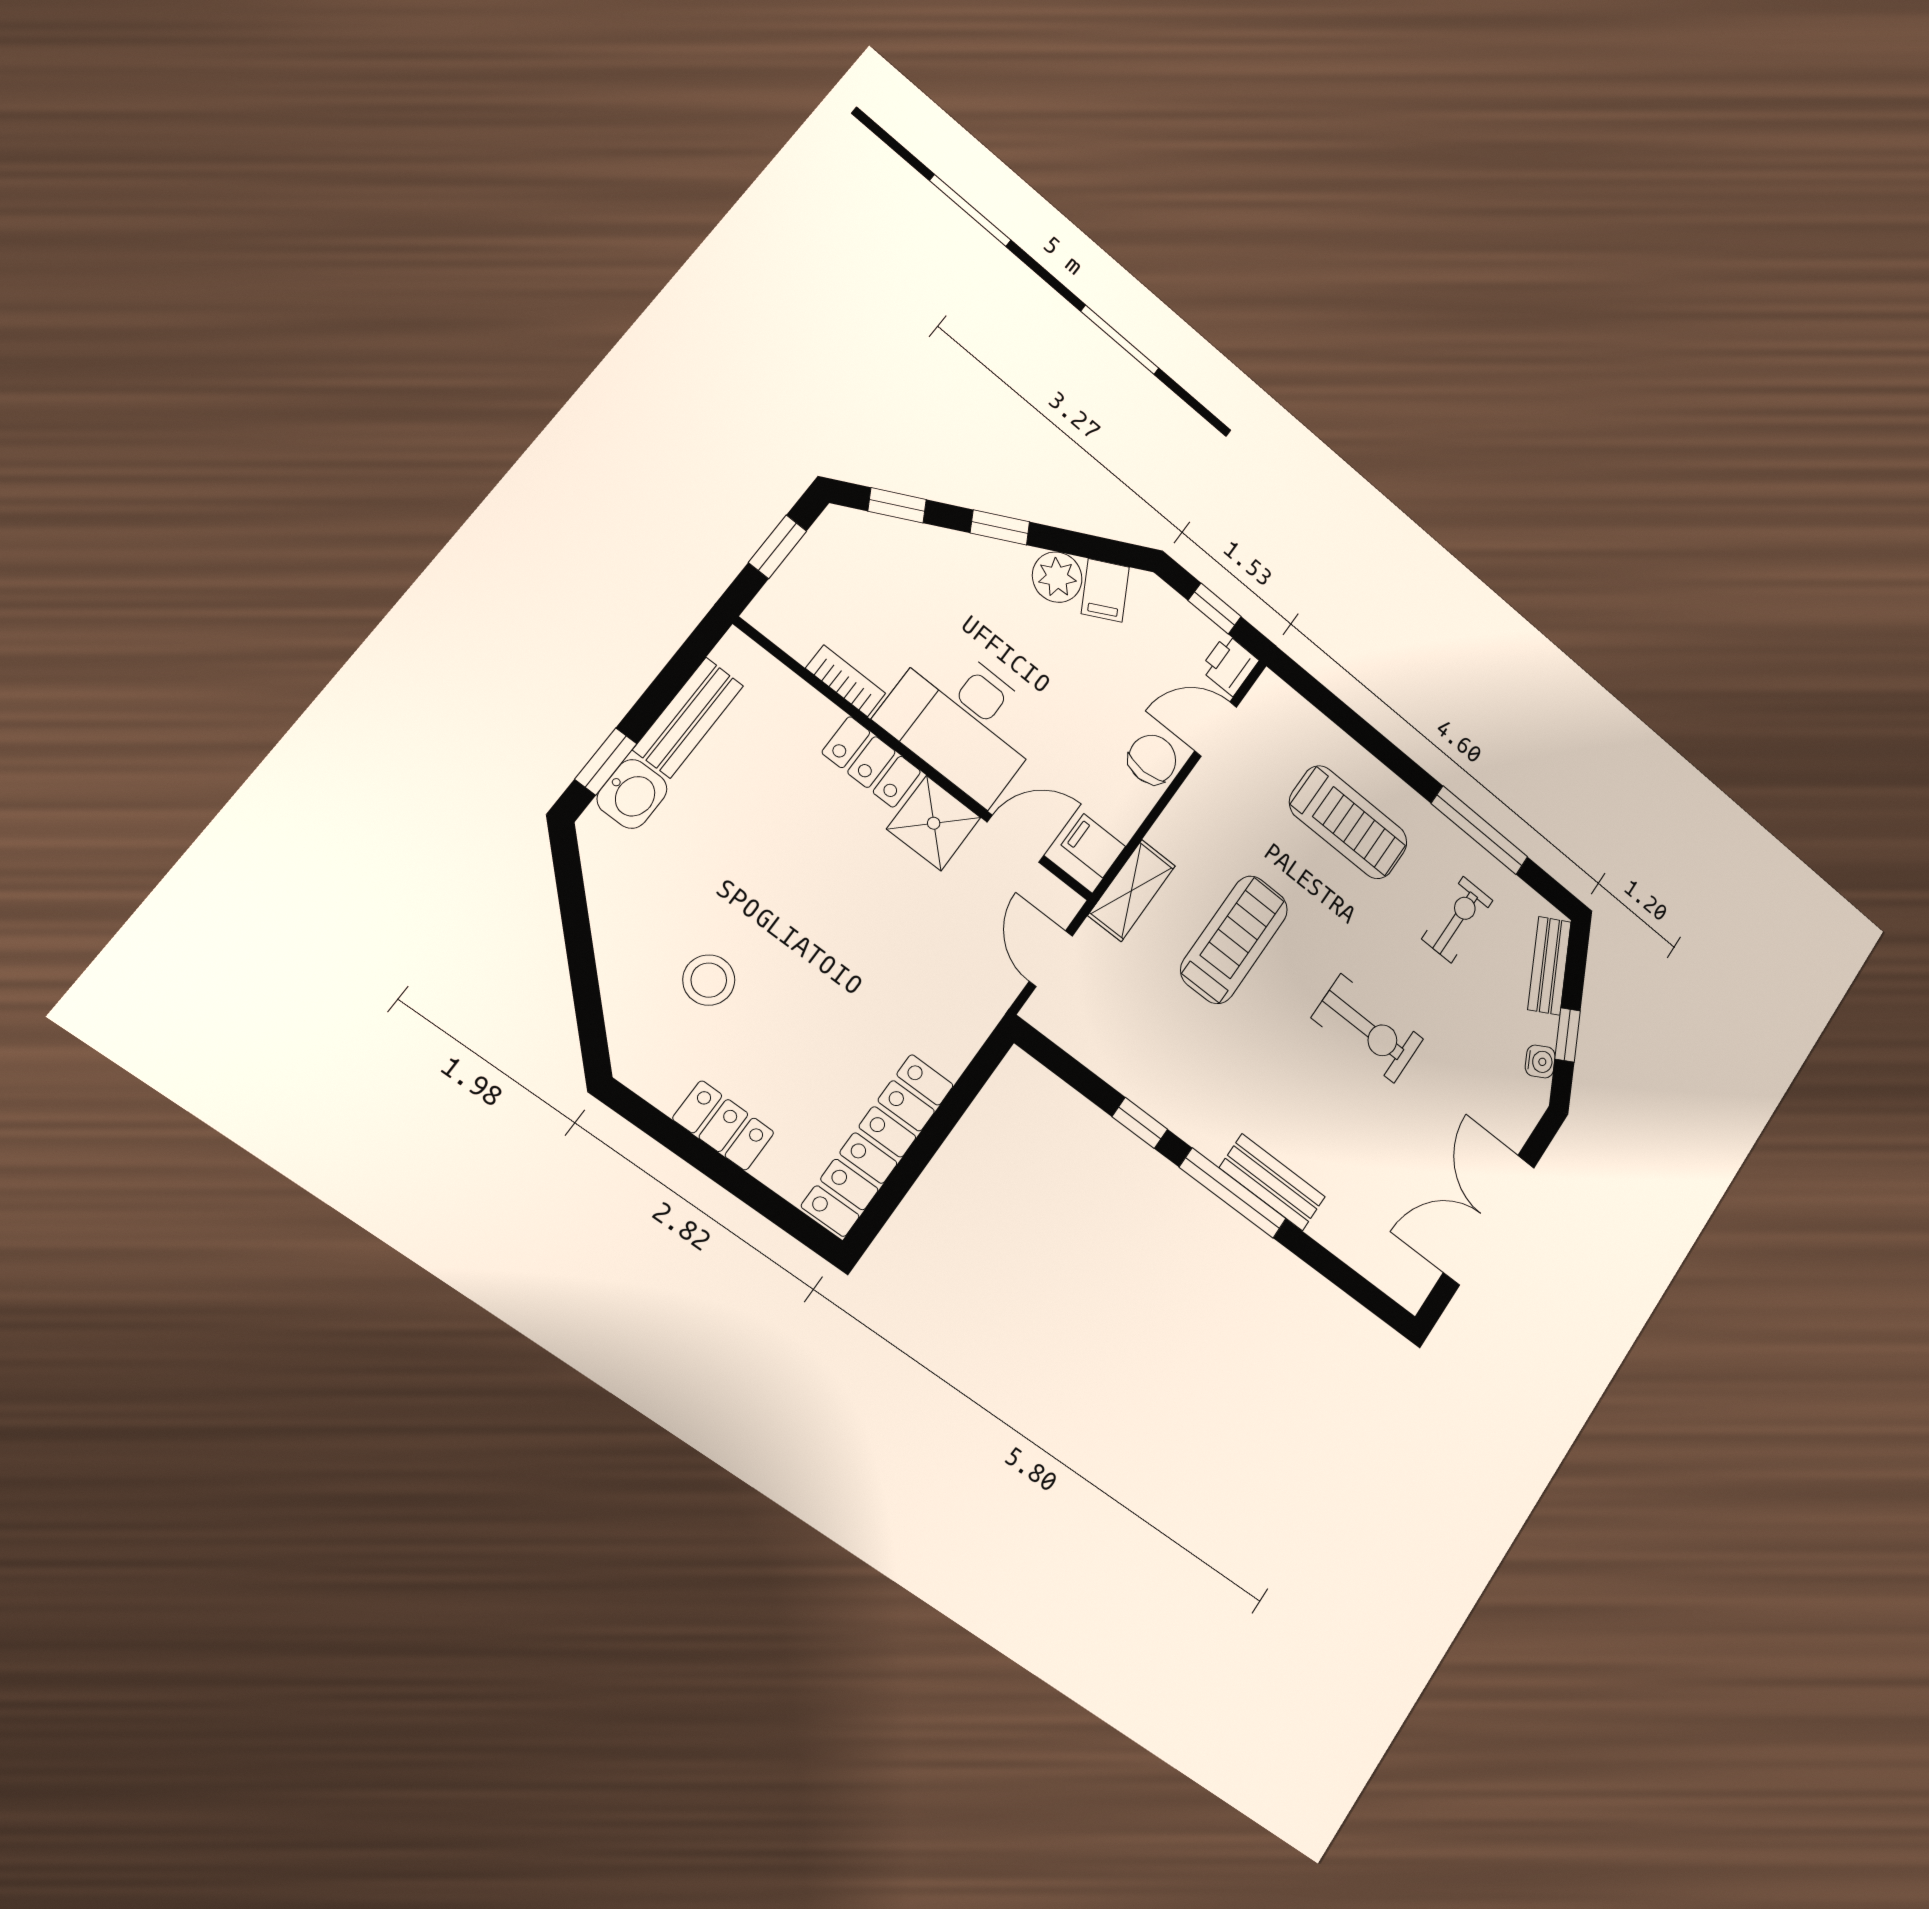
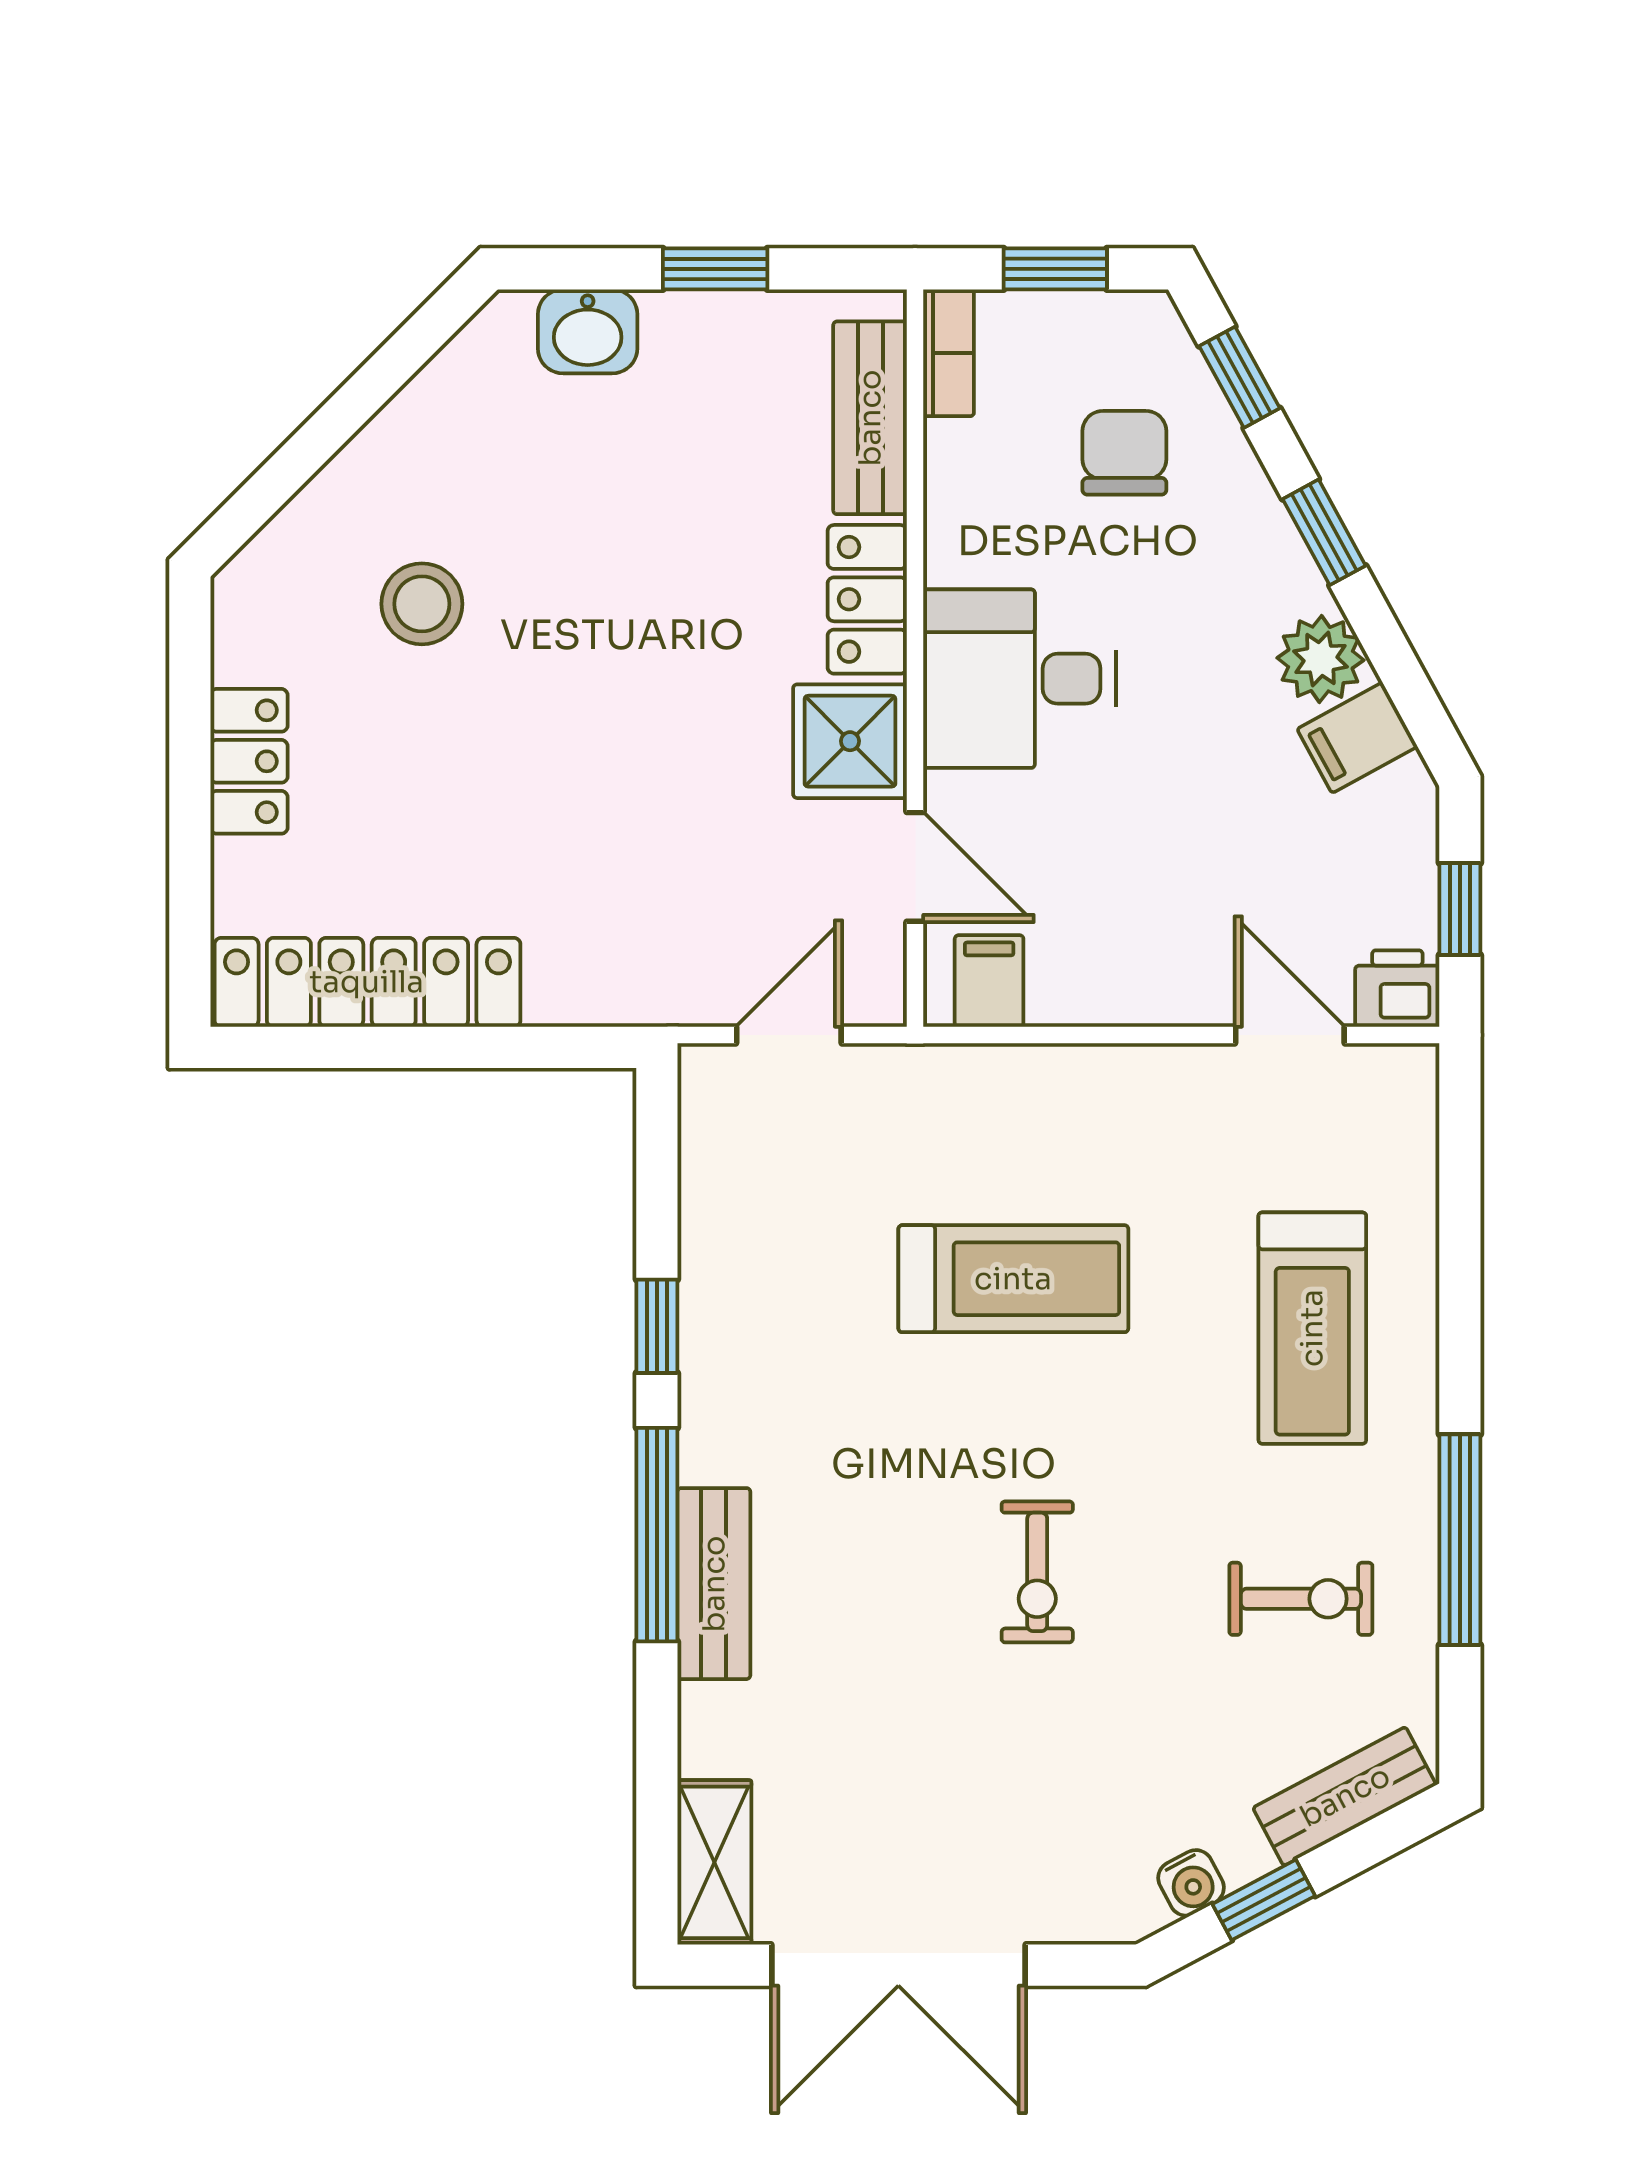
bookcase: (846, 681) -> (949, 353), moved
bench: (688, 718) -> (870, 418), moved, turned 90
desk: (963, 721) -> (1020, 679), width x0.73
chair: (1152, 759) -> (1124, 453), moved, turned -90
window: (606, 761) -> (715, 269), moved
shelving: (1132, 891) -> (714, 1862), moved, turned 90
exercise bike: (1367, 1028) -> (1037, 1572), width x0.73, depth x0.72
double door: (1489, 1220) -> (898, 1965), swing flipped

